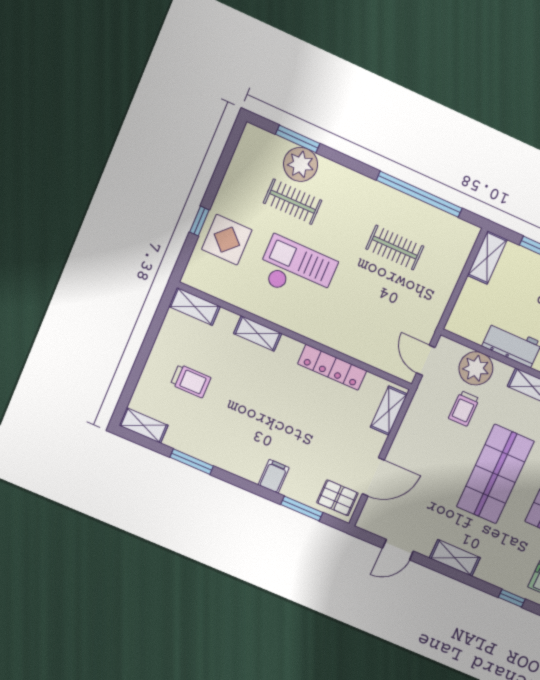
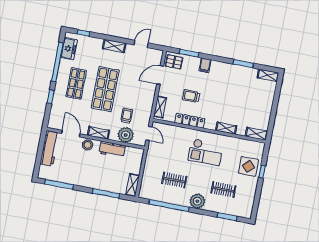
plant: (301, 164) -> (197, 201), moved
checkout: (297, 270) -> (205, 152), moved
trolley: (191, 381) -> (191, 96), moved

